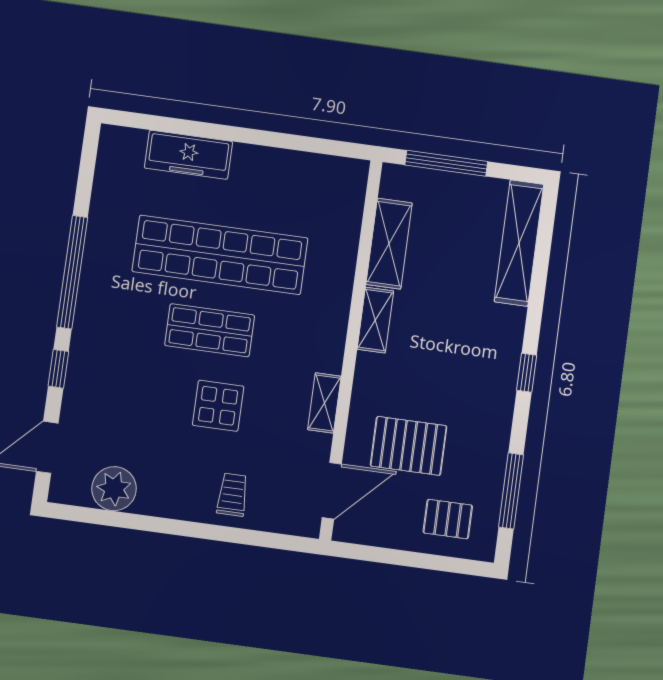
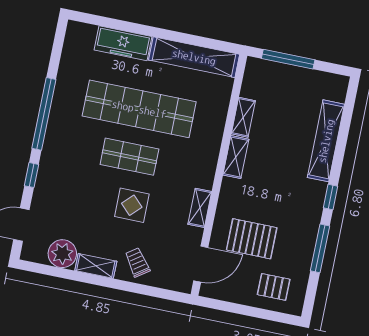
shelving: (300, 169) -> (194, 57), added
shelving: (519, 243) -> (326, 141), moved
shelving: (389, 244) -> (243, 117), width x0.67, depth x0.75
window: (511, 491) -> (320, 248), moved
trolley: (232, 495) -> (137, 262), turned -35
shelving: (168, 504) -> (96, 266), added

